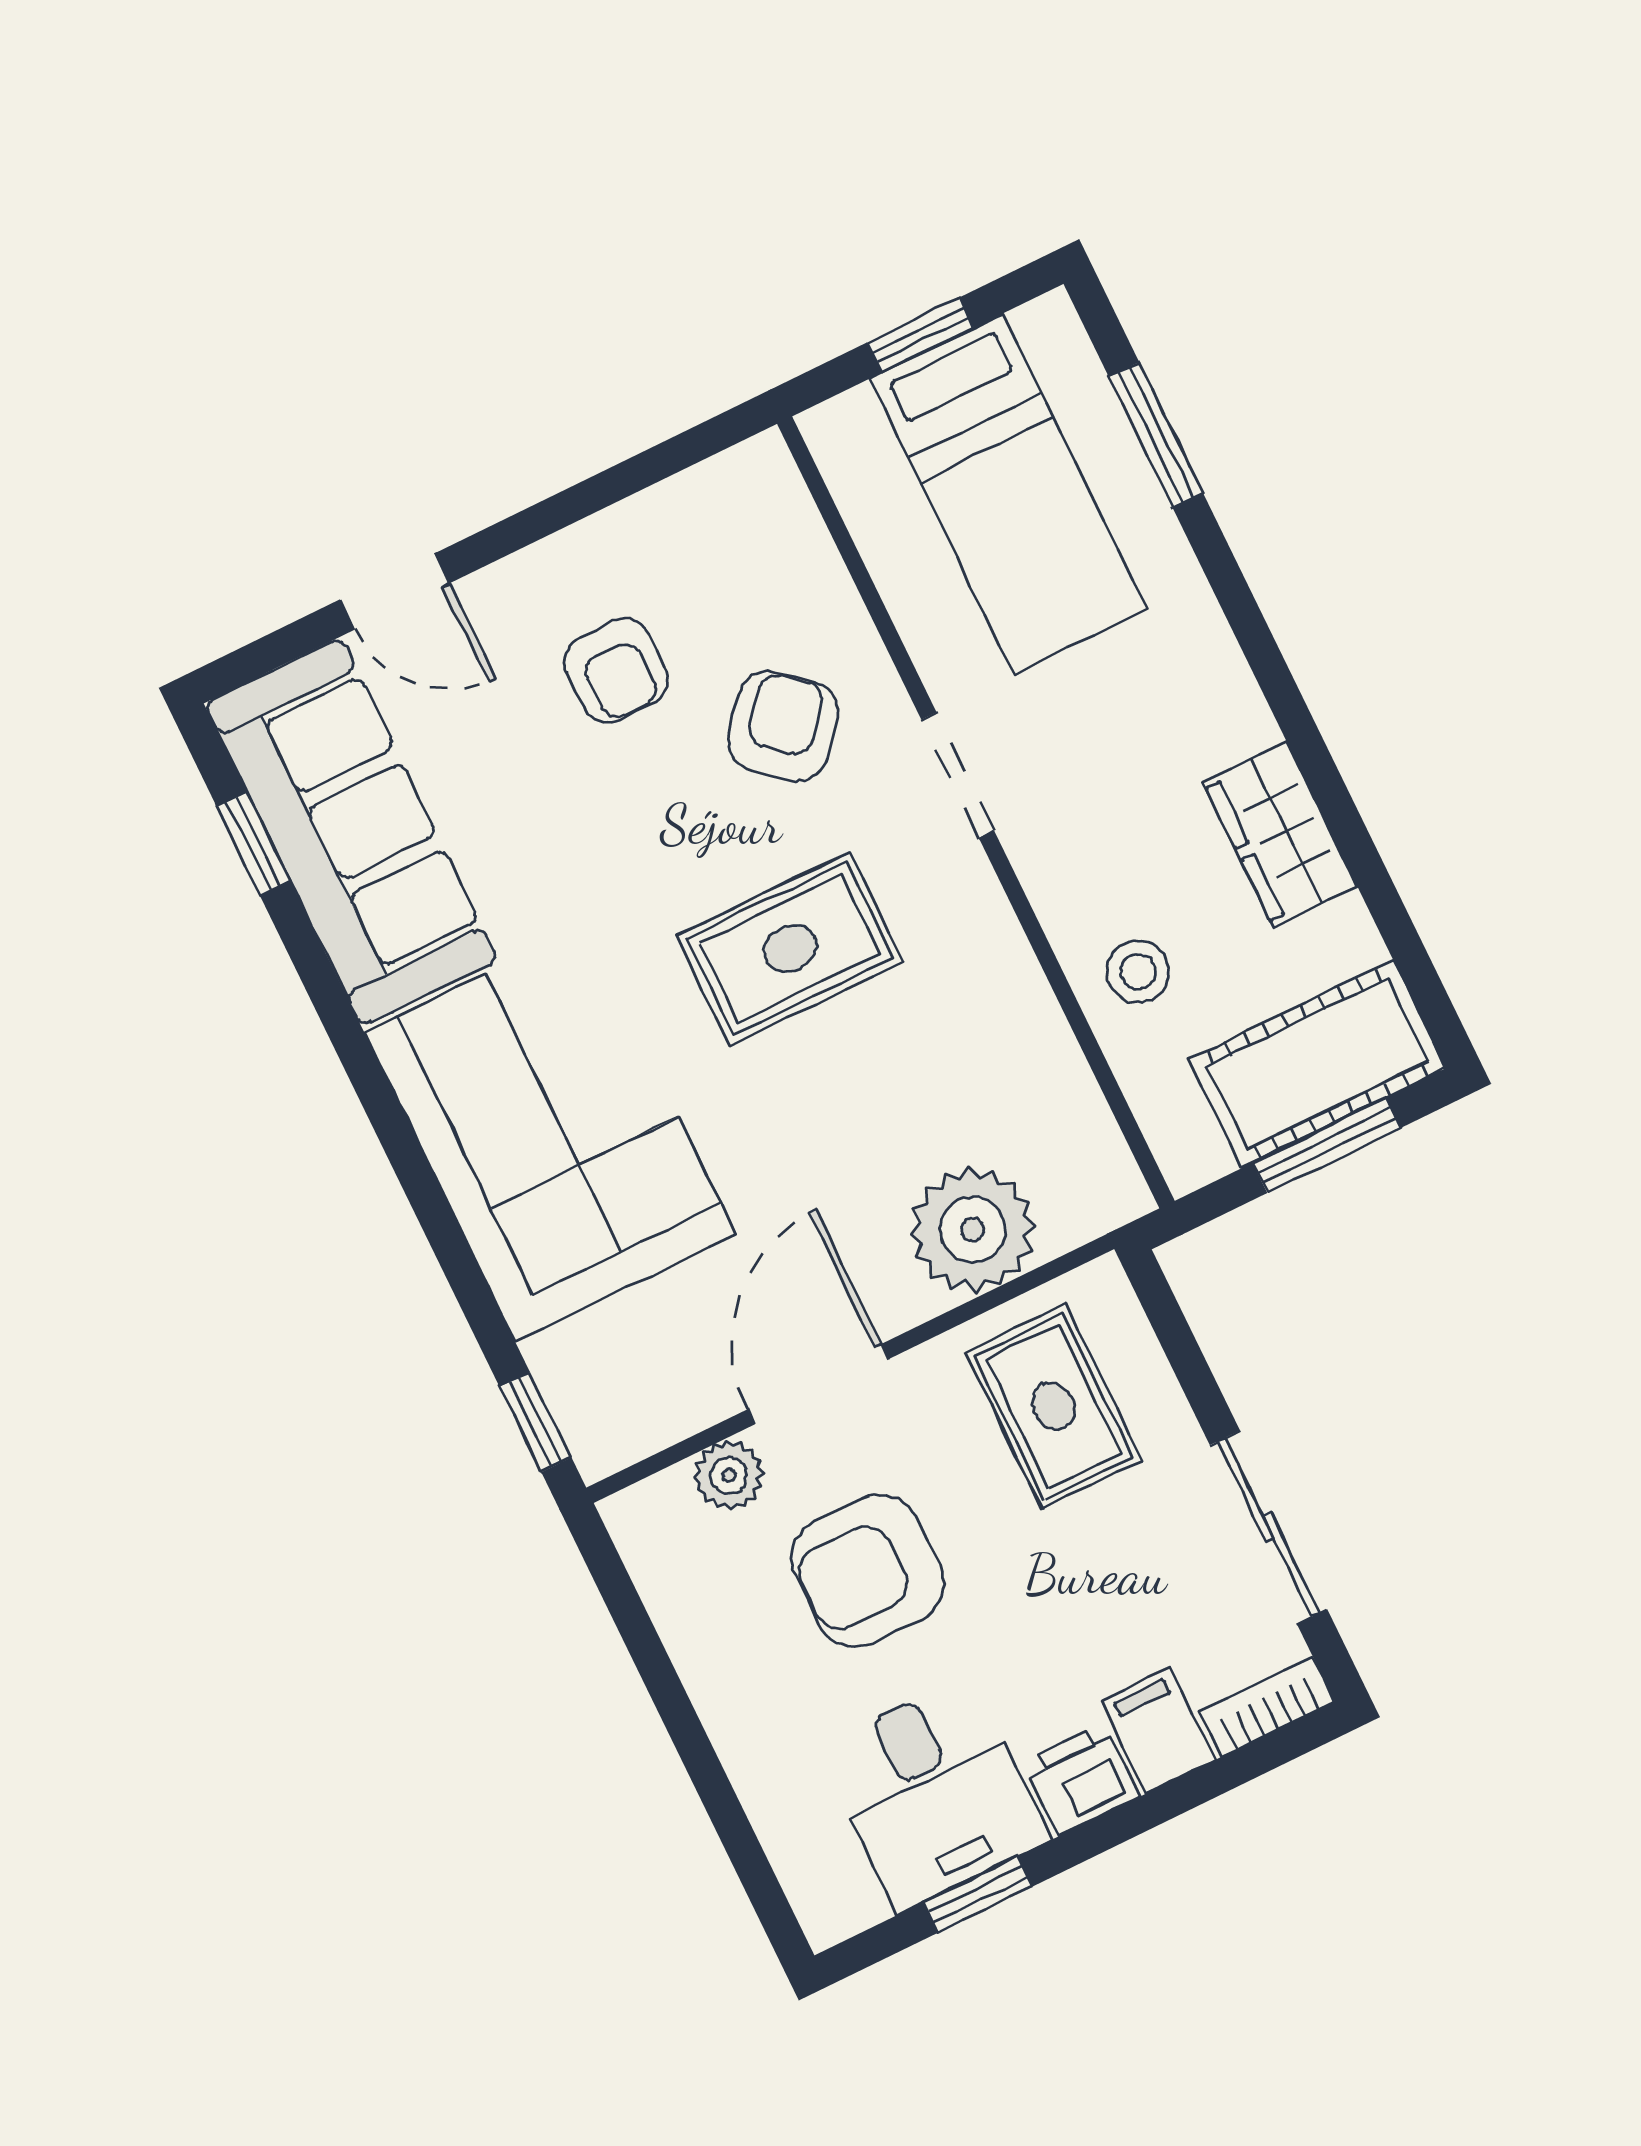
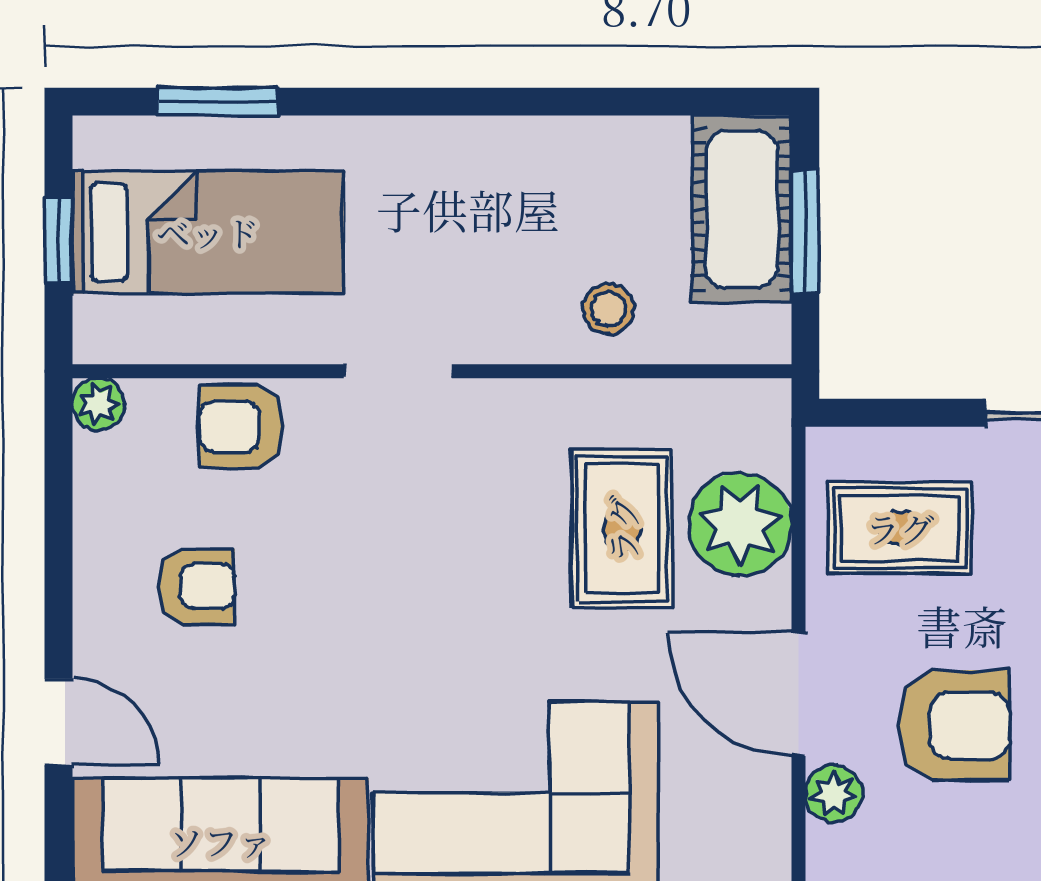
plant: (762, 466) -> (98, 404), added
door: (395, 591) -> (58, 722), hinge flipped
armchair: (783, 726) -> (241, 427), moved, turned -40
wardrobe: (1280, 834) -> (558, 154), removed
rug: (790, 948) -> (622, 529), moved
armchair: (868, 1571) -> (954, 725), turned -90

